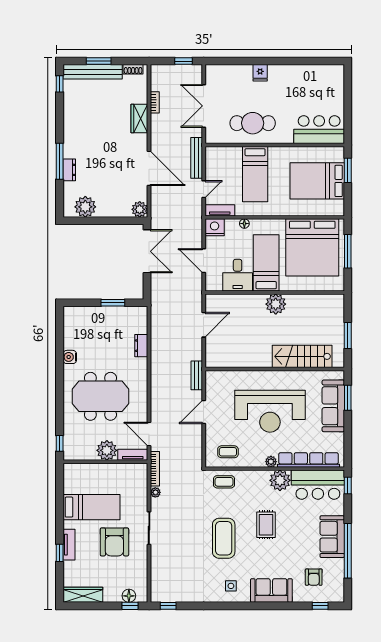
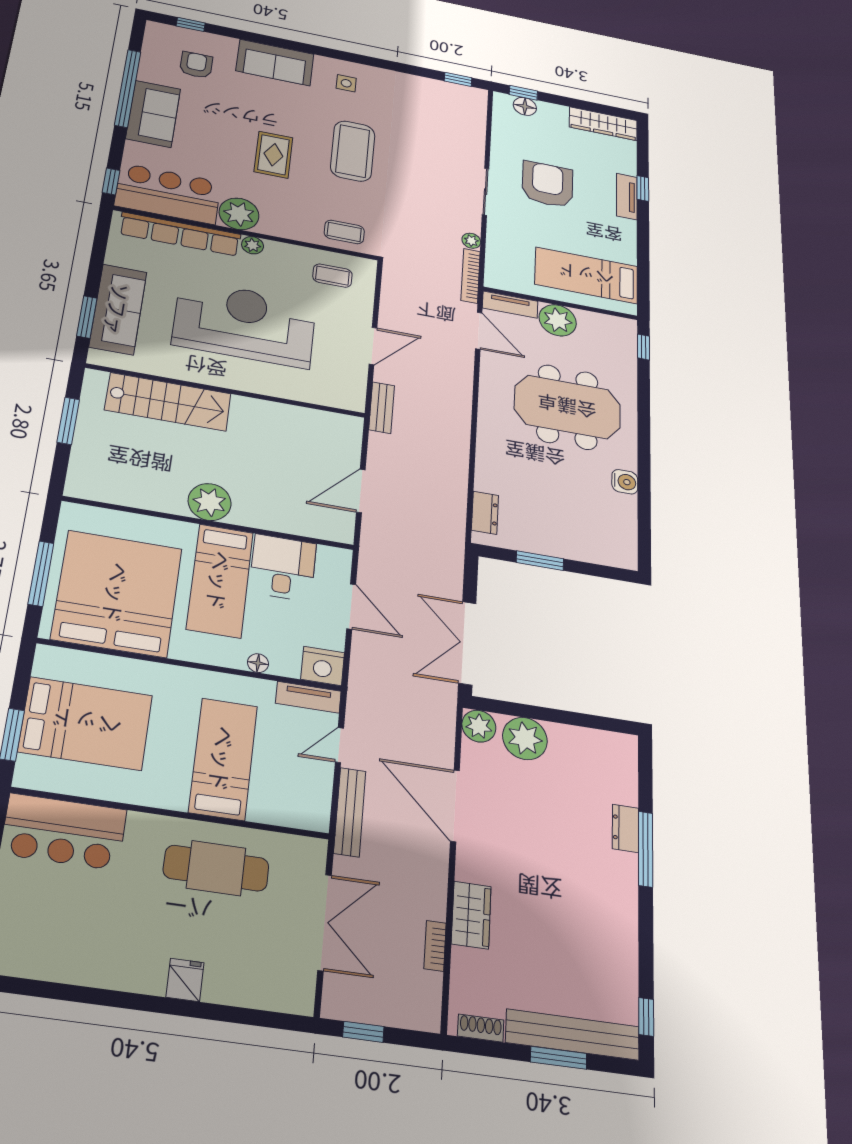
plant: (85, 207) -> (525, 738), moved
dresser: (141, 346) -> (485, 513), moved
bed: (91, 507) -> (586, 275), moved

